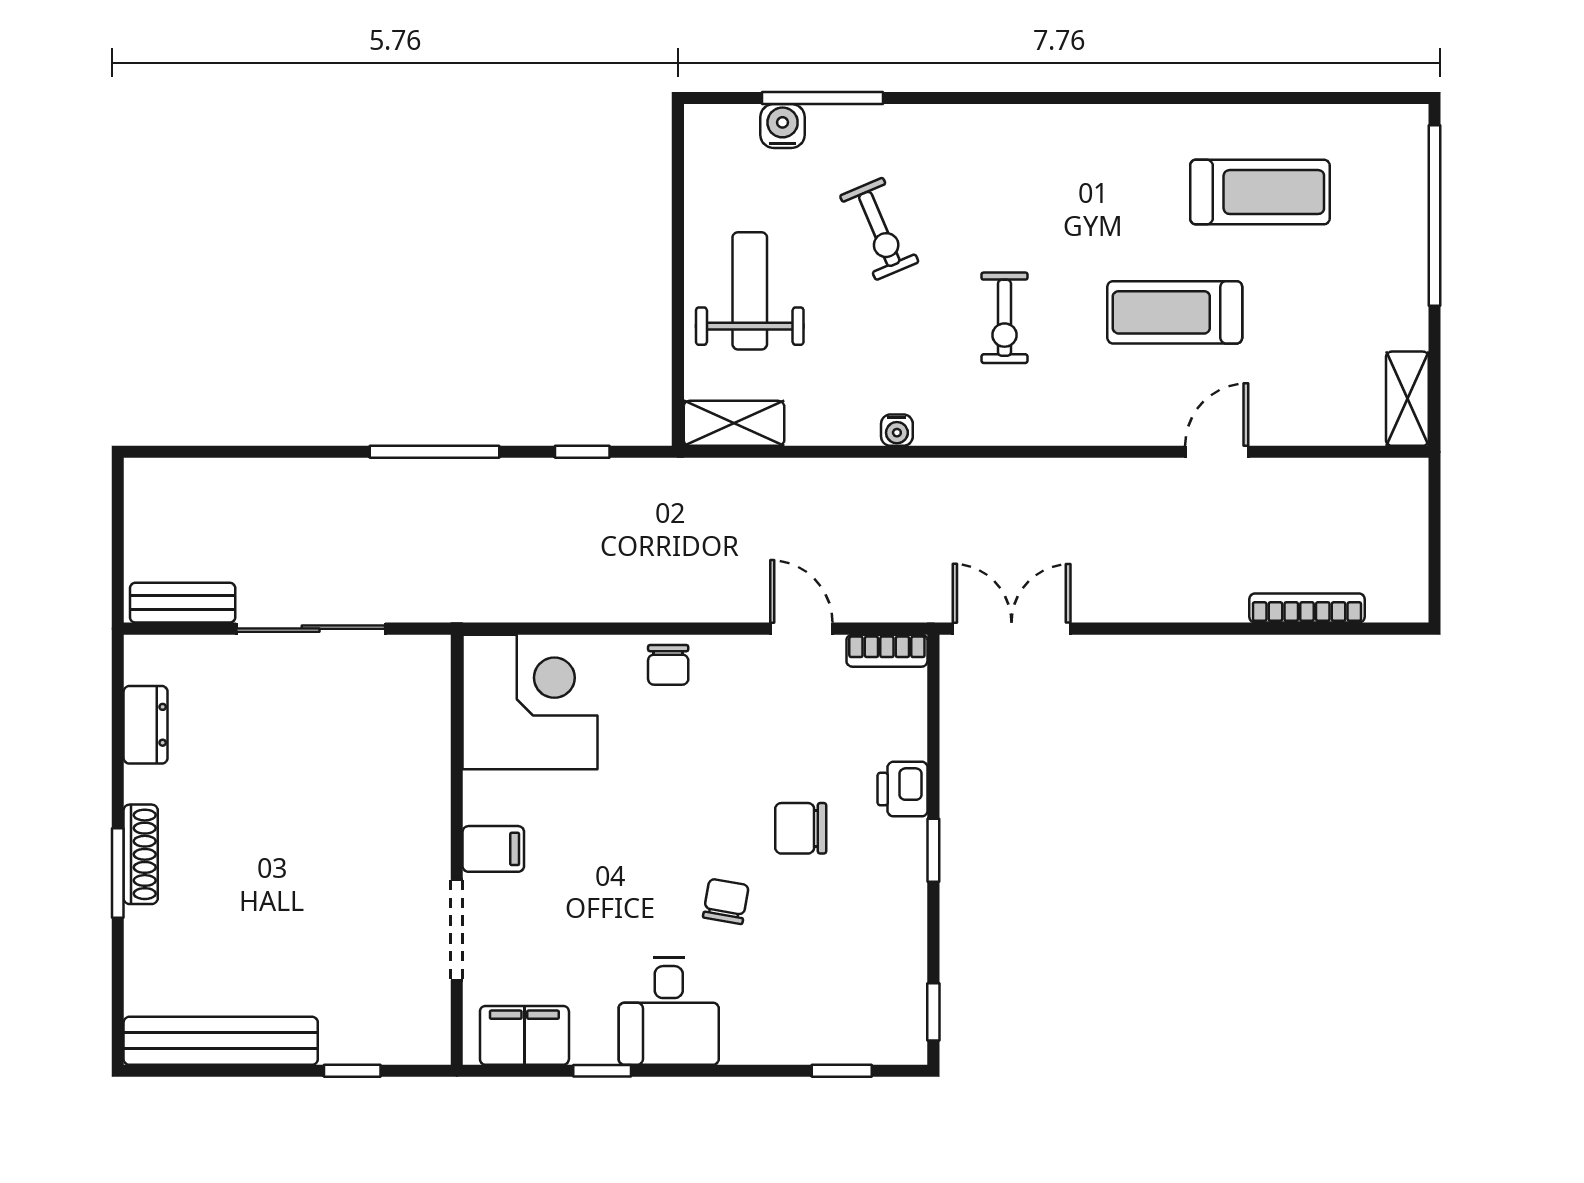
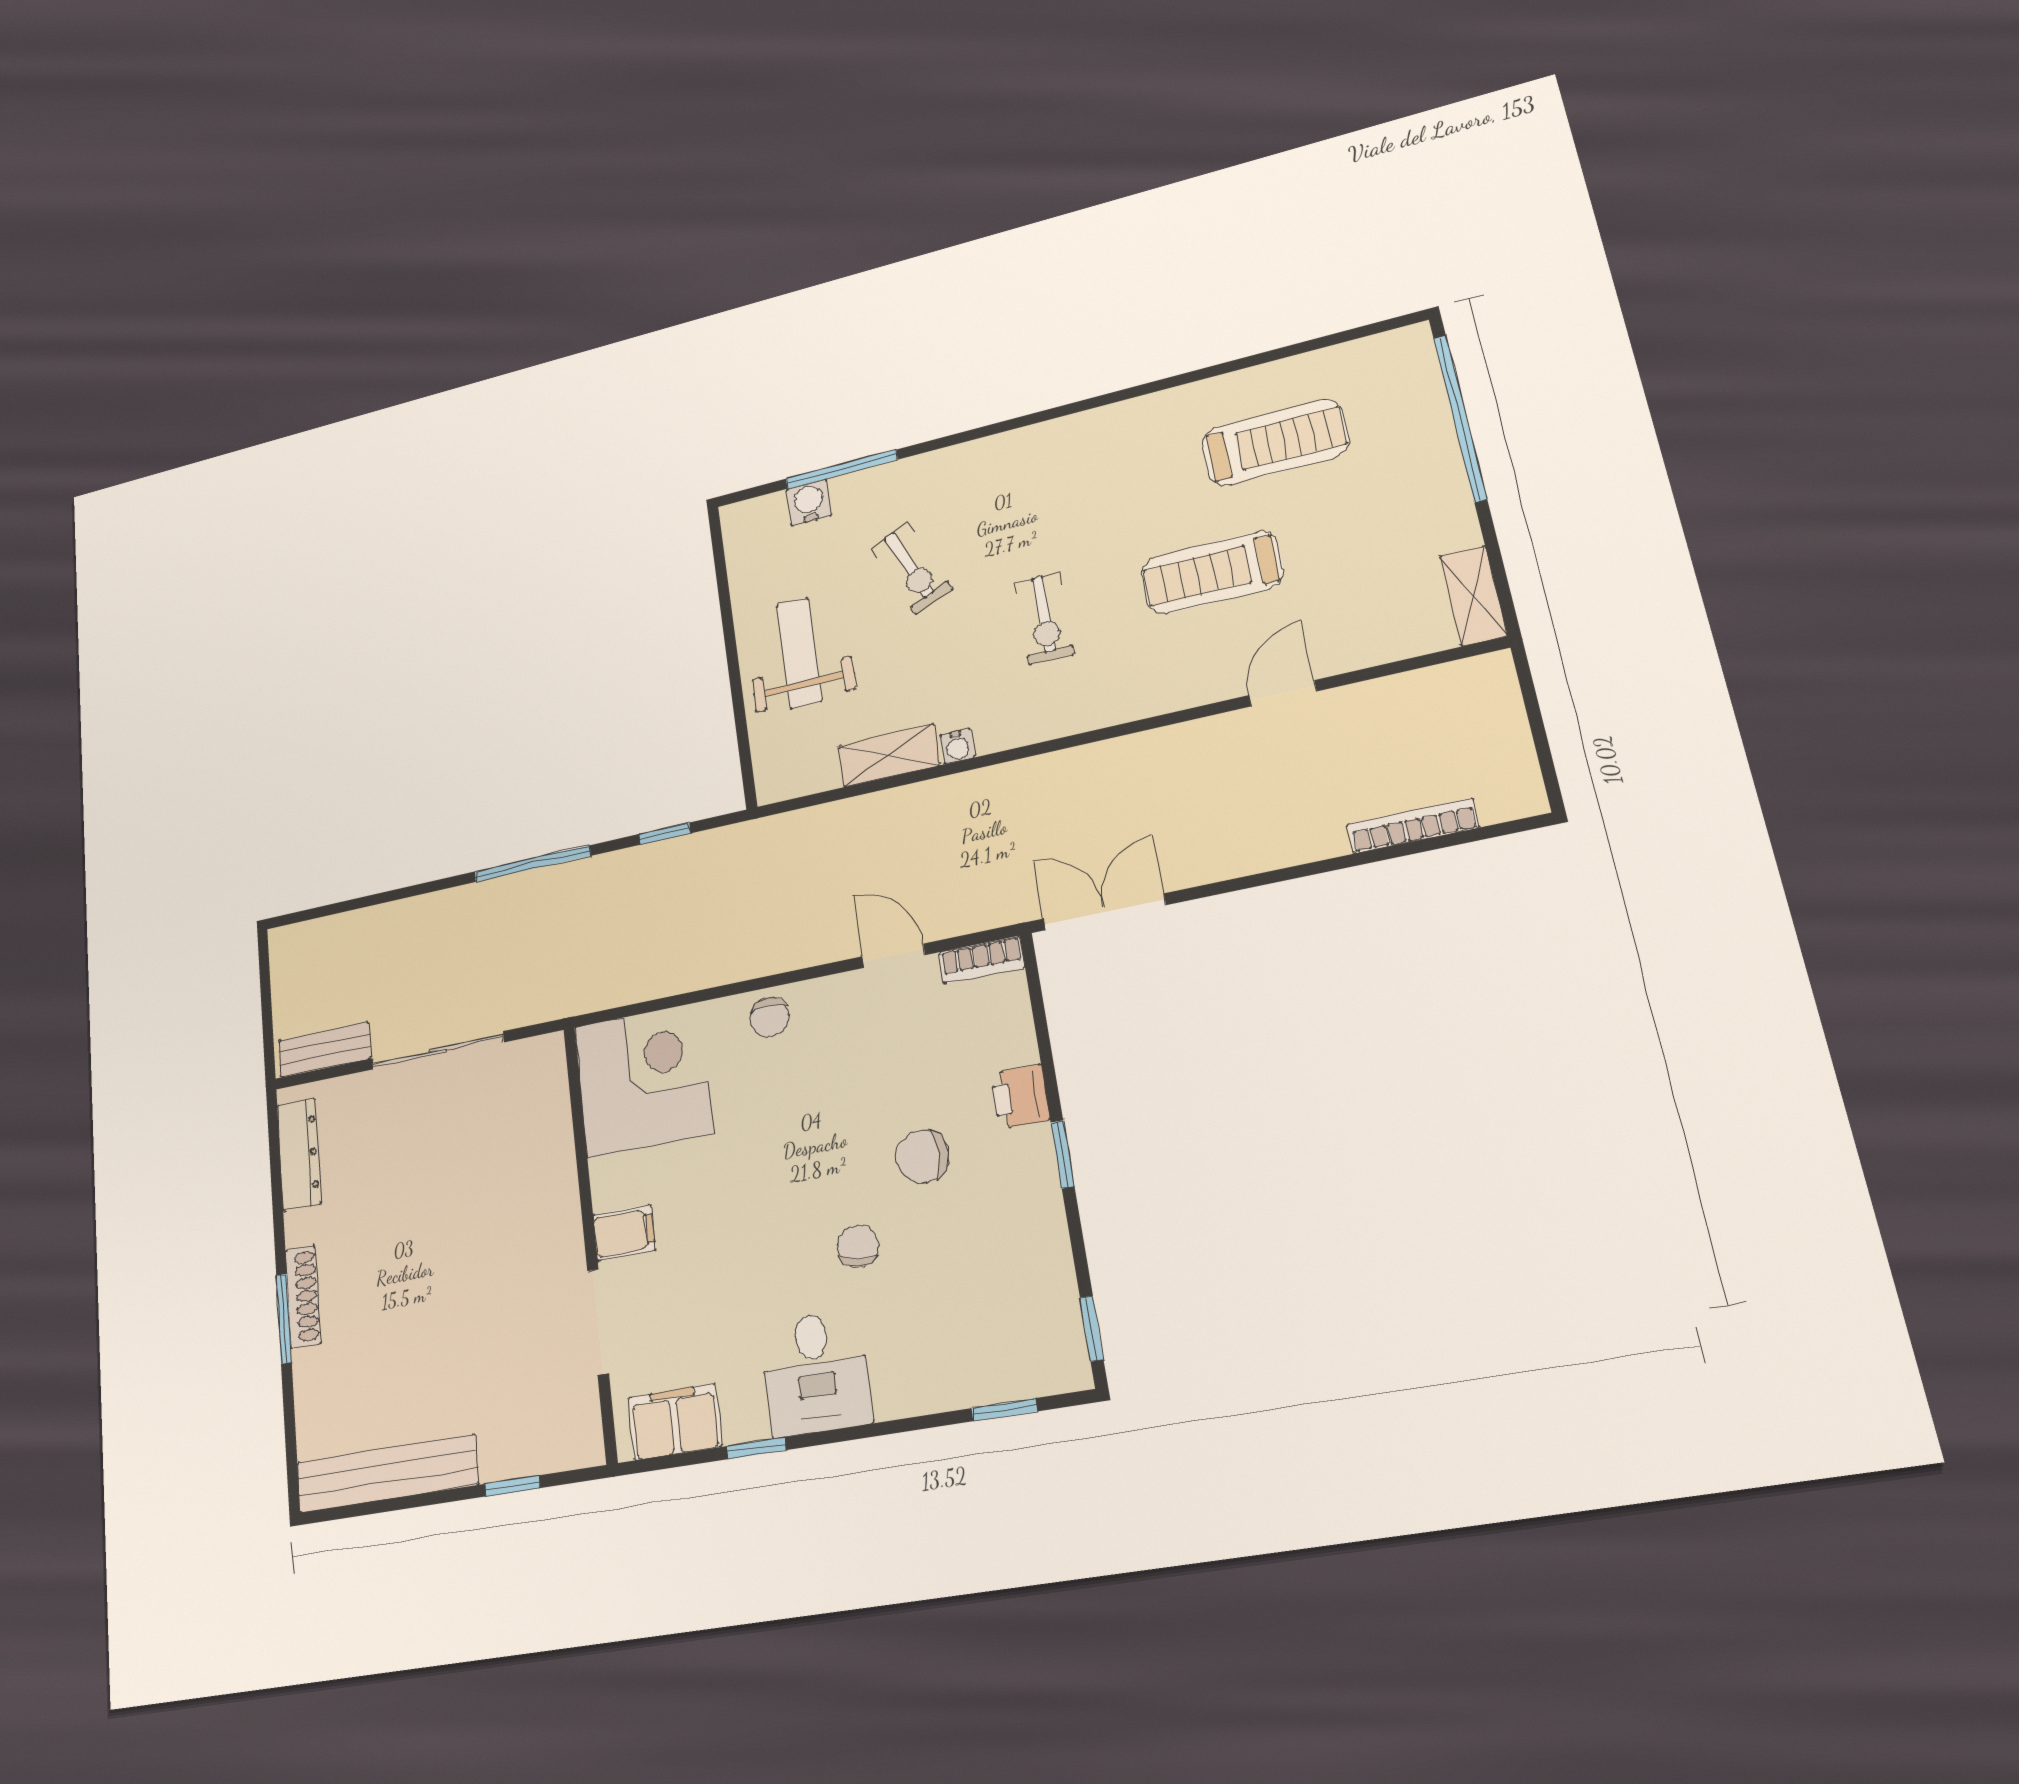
shelving: (734, 423) -> (889, 755), moved
dresser: (146, 725) -> (299, 1154), width x1.44

